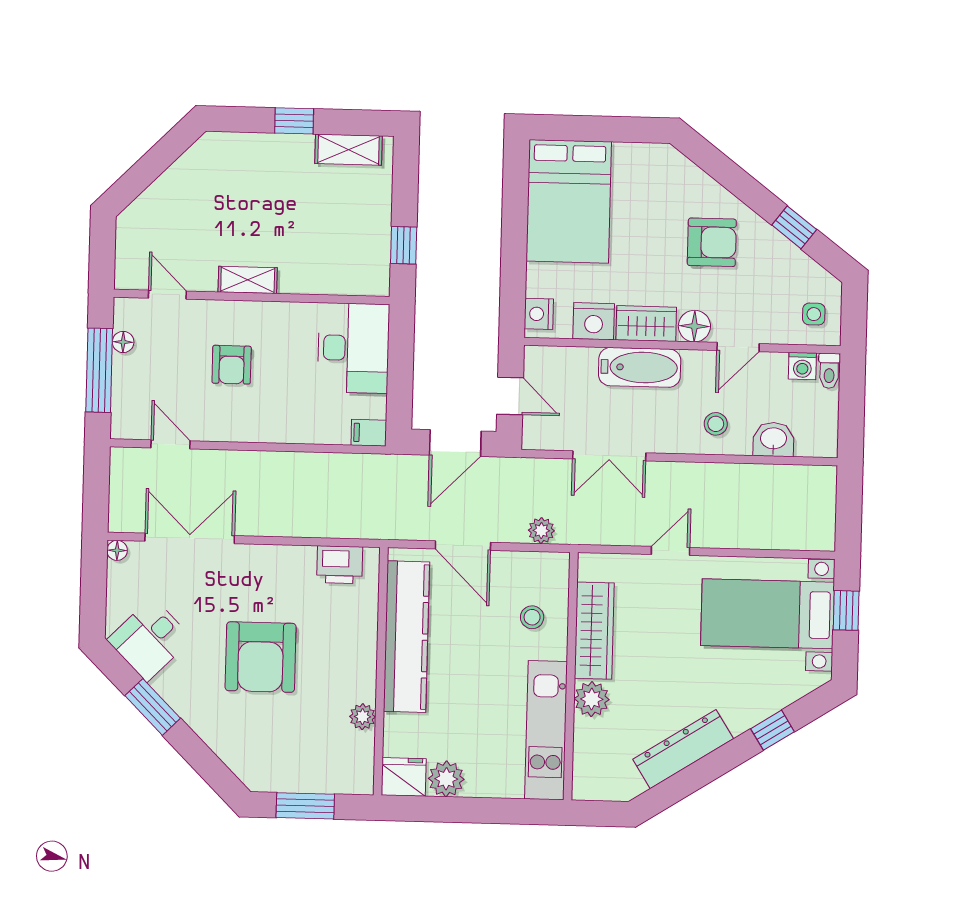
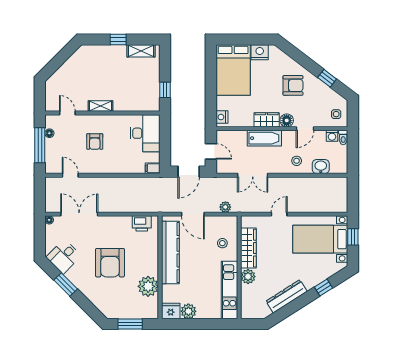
nightstand: (594, 321) -> (260, 52), moved, turned 180
plant: (363, 717) -> (148, 286), width x1.87, depth x1.87

